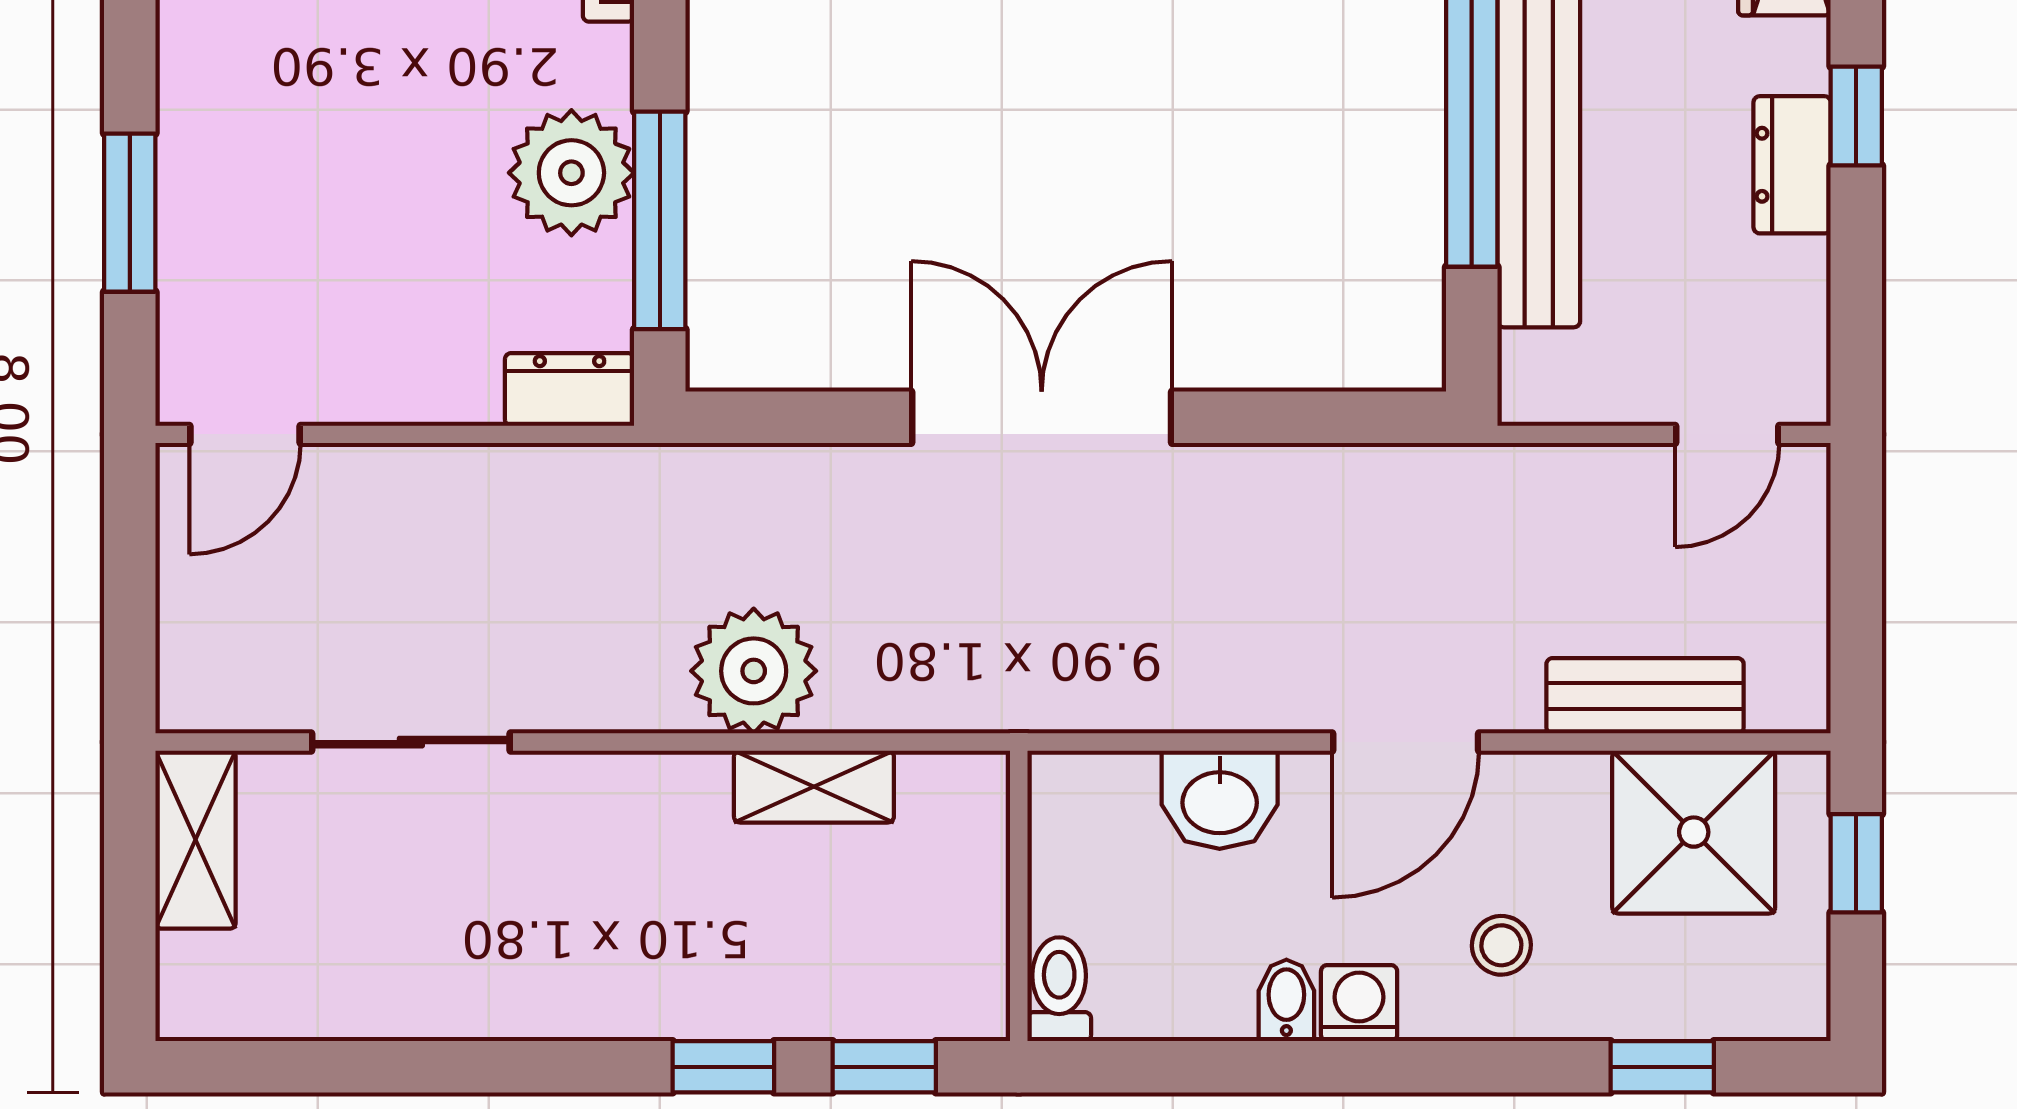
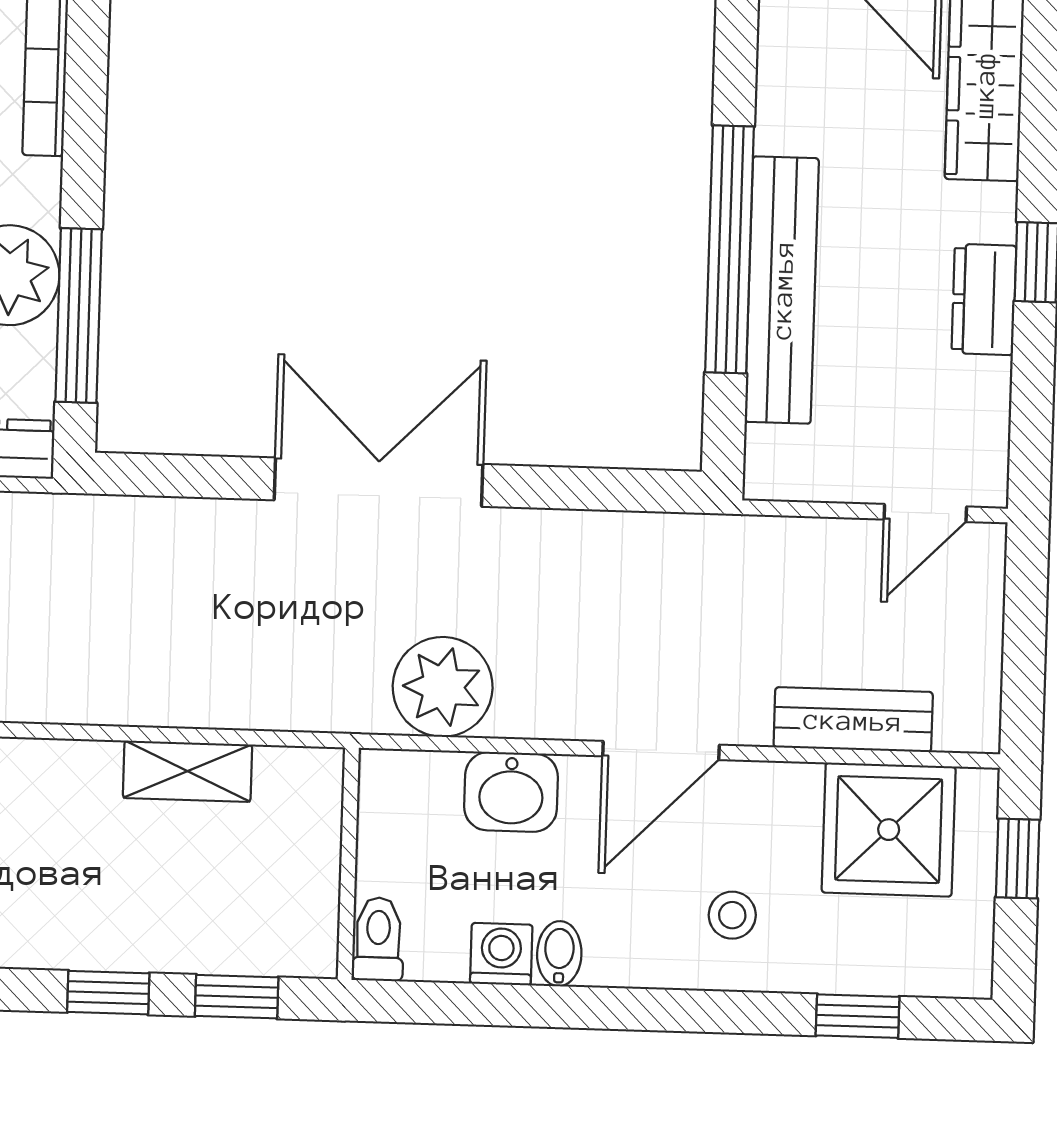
plant: (754, 671) -> (443, 687), moved
washing machine: (1359, 1003) -> (501, 954), moved

